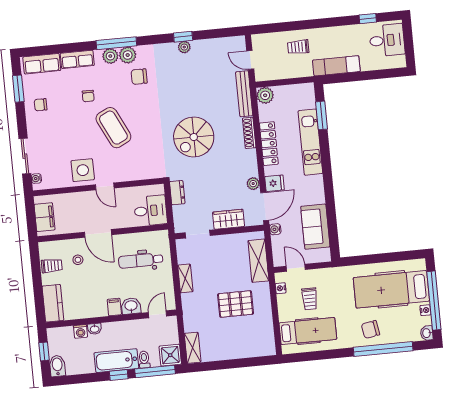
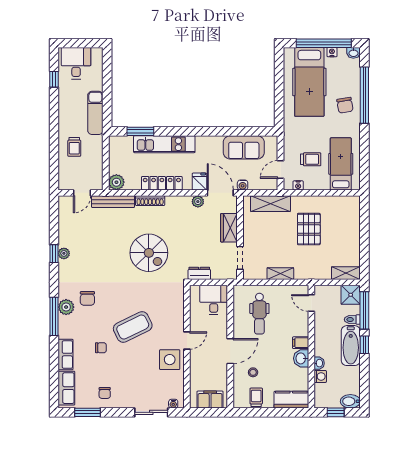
plant: (110, 56) -> (66, 323), removed
washbasin: (131, 306) -> (301, 358), moved

